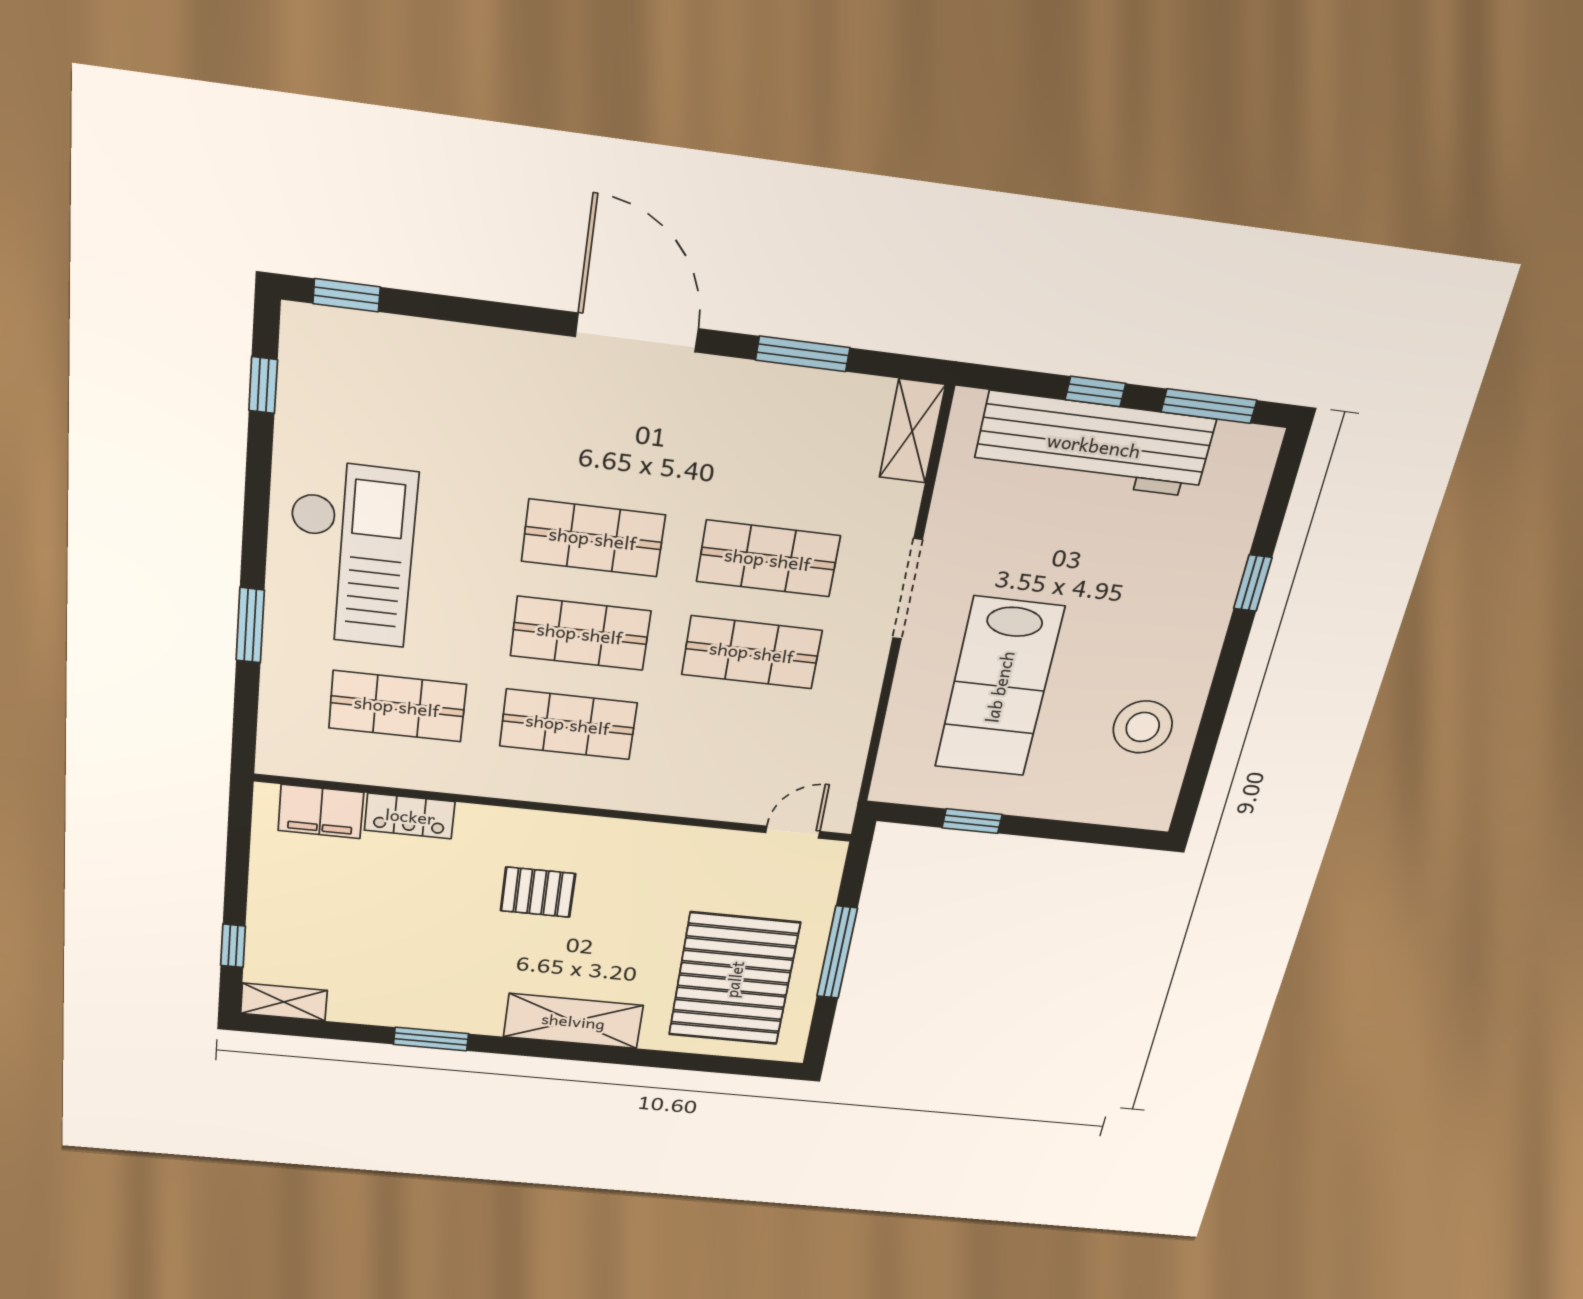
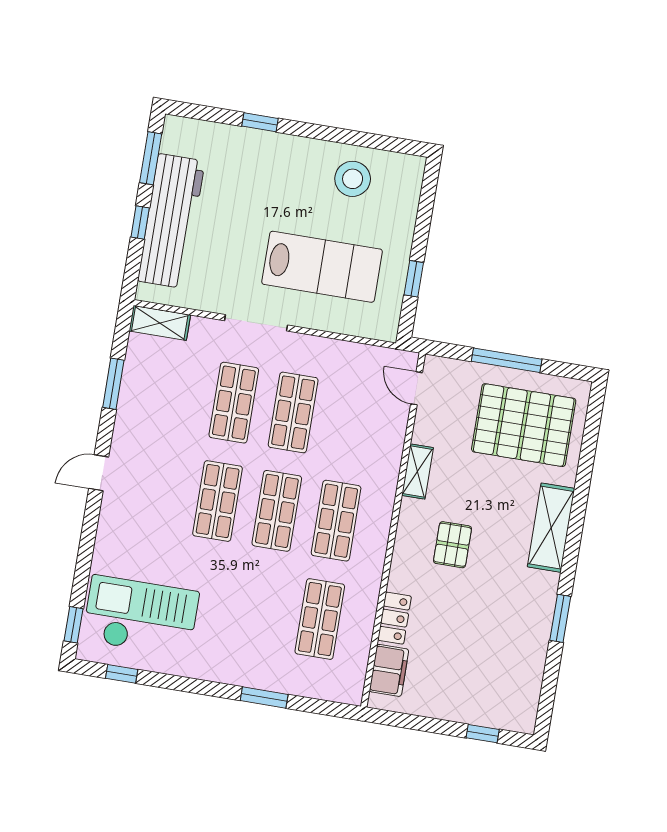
door: (637, 333) -> (99, 473), width x0.53
checkout: (350, 554) -> (141, 616), moved
shelving: (284, 1002) -> (417, 471), moved

